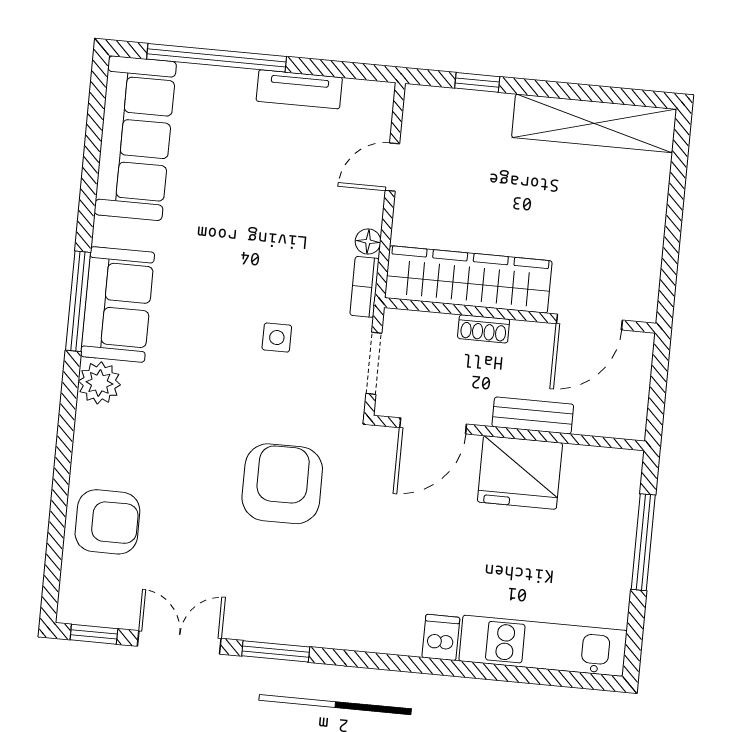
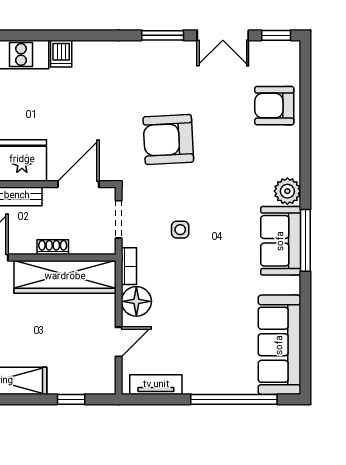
tv unit: (299, 89) -> (156, 385), moved
floor lamp: (368, 241) -> (136, 301), width x1.89, depth x1.89
armchair: (282, 484) -> (168, 139), turned 87

